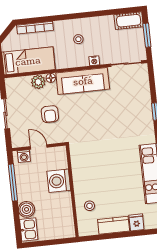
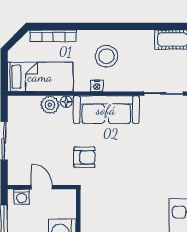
stool: (78, 39) -> (106, 56), width x1.89, depth x1.89
nightstand: (94, 61) -> (97, 86), moved
armchair: (50, 114) -> (84, 157), moved, turned -90

